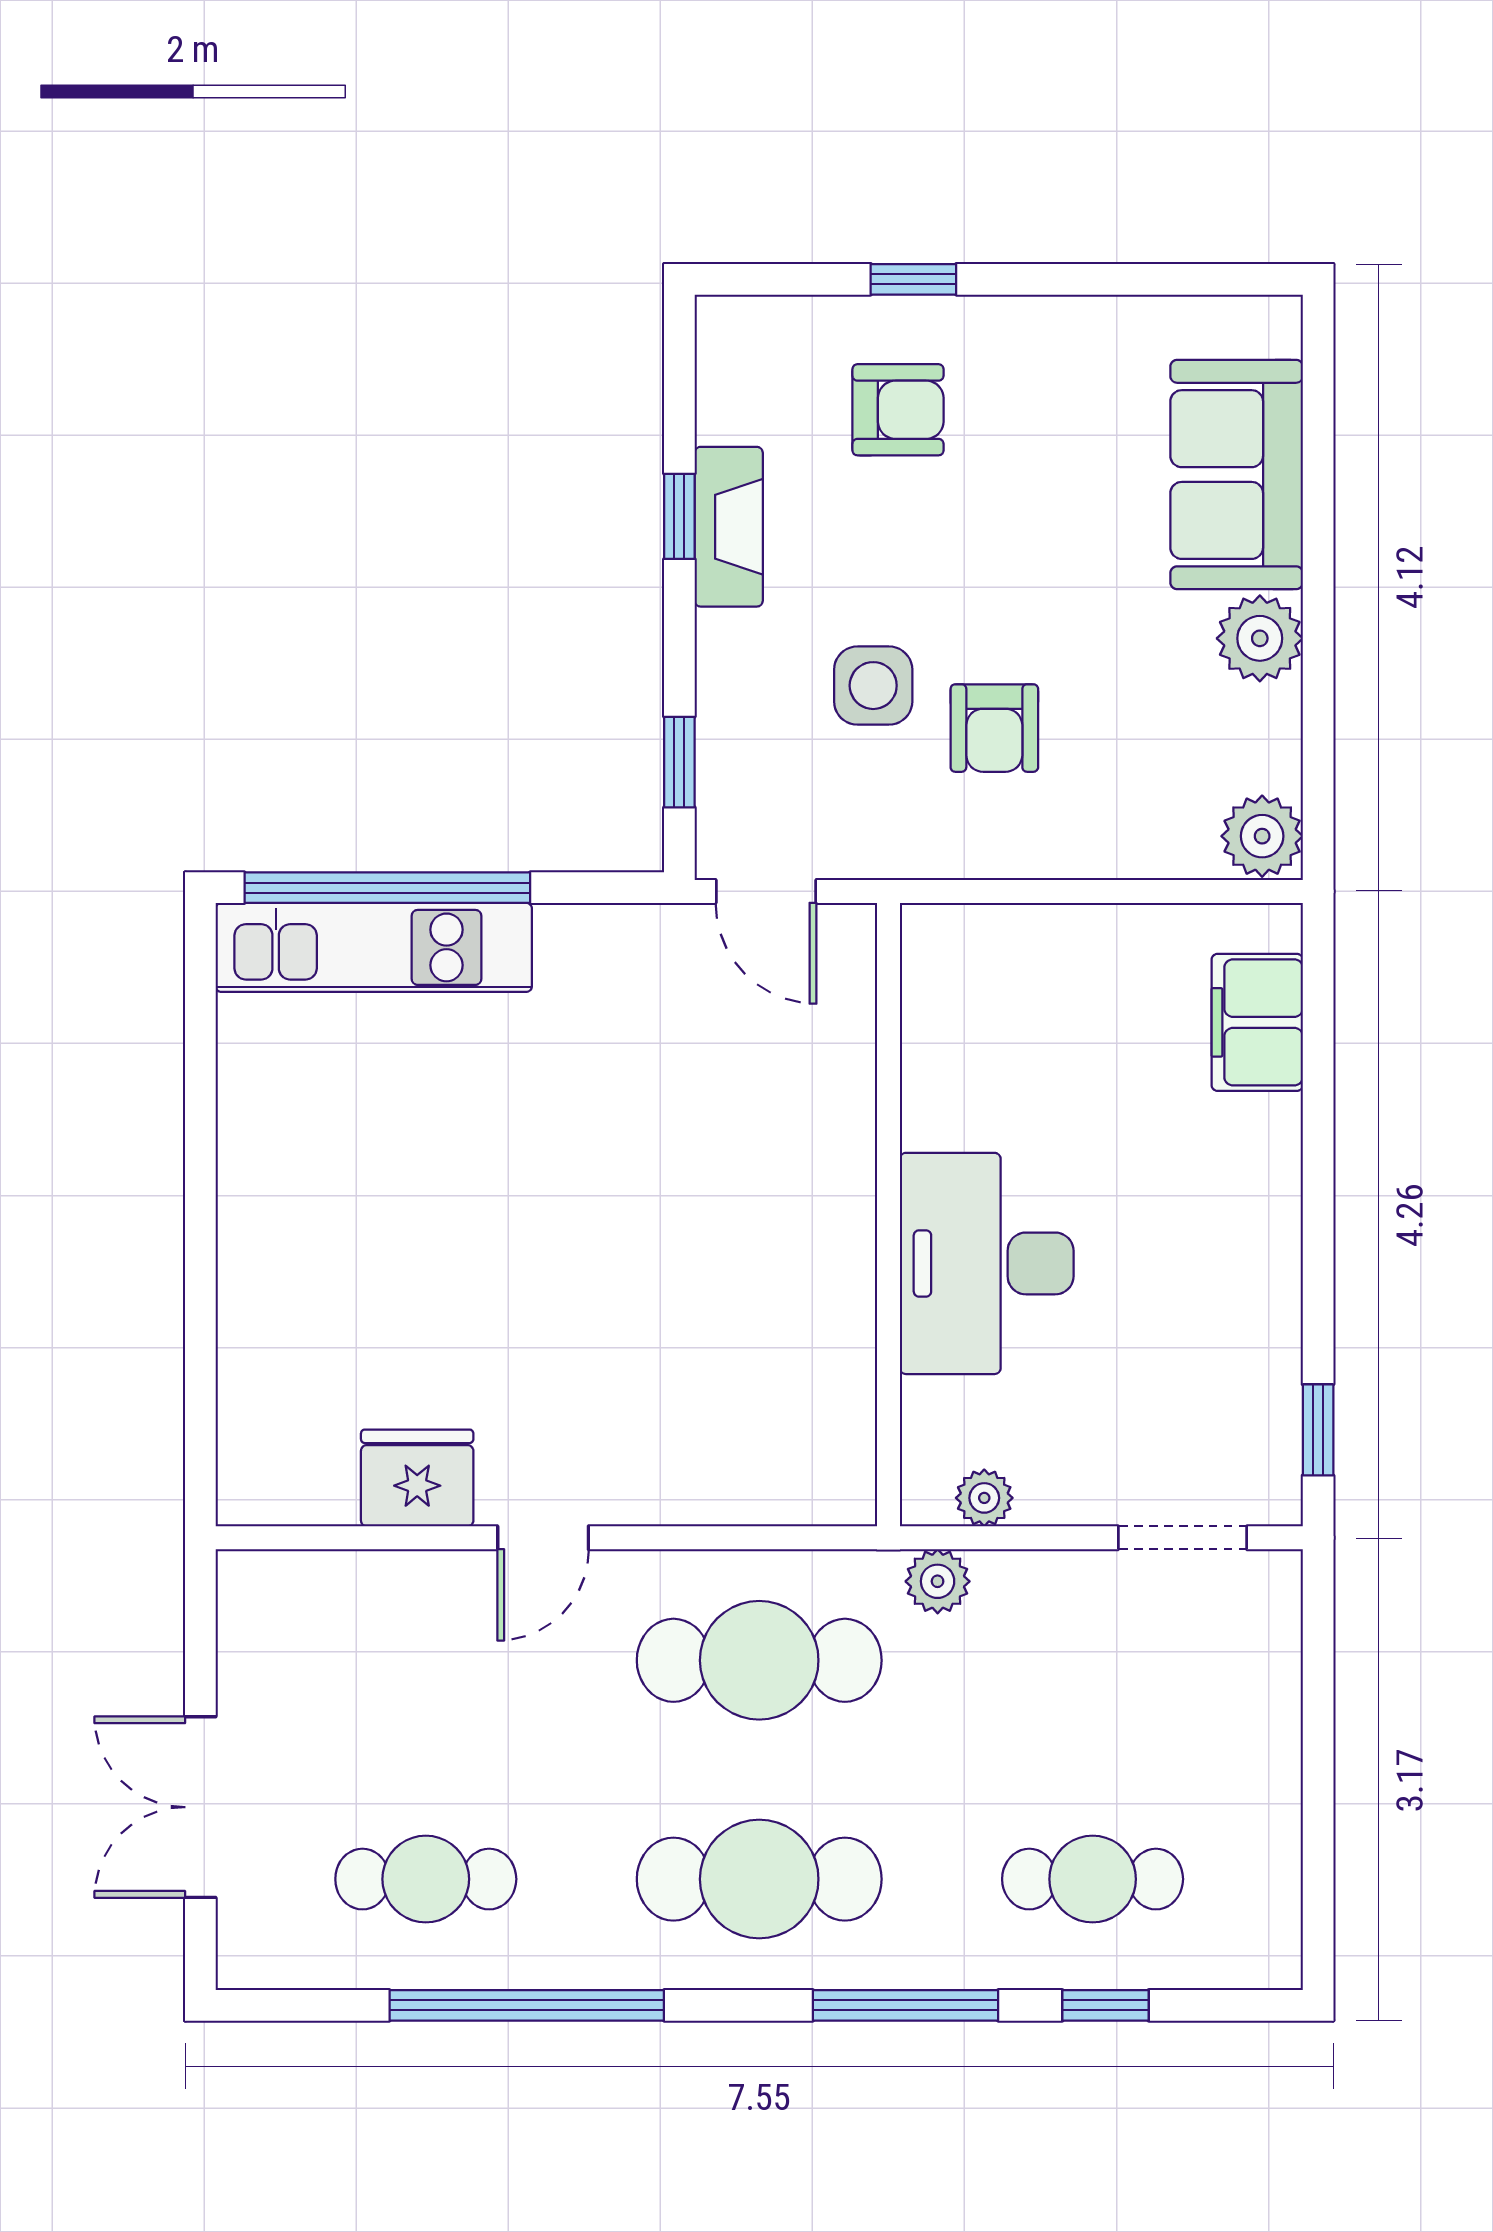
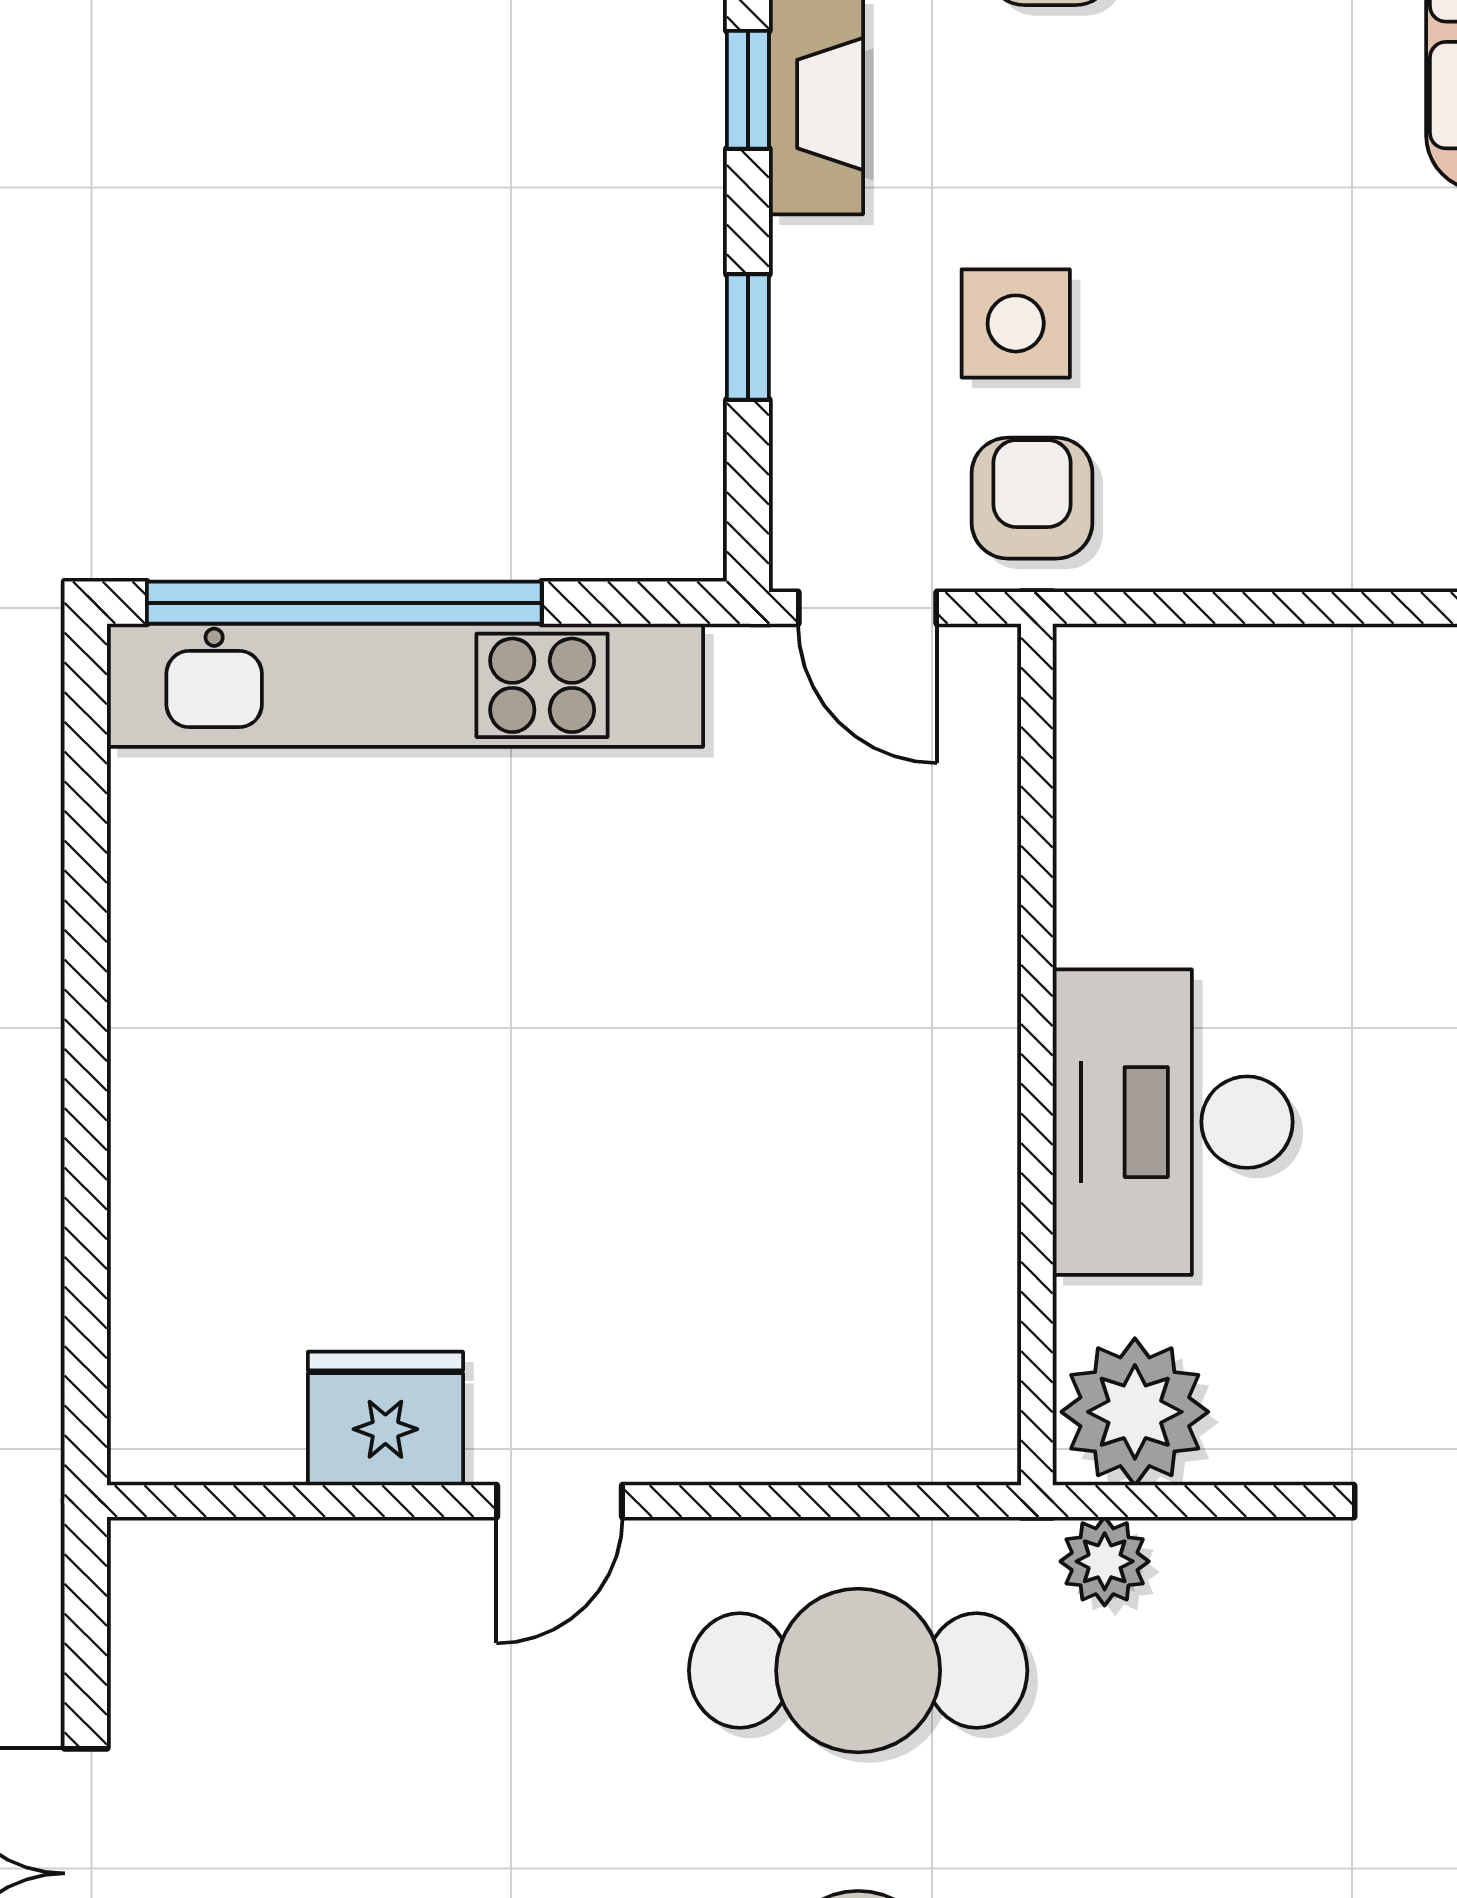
armchair: (994, 728) -> (1032, 498), moved, turned 180
window: (679, 762) -> (748, 337), moved
kitchen unit: (374, 947) -> (405, 685), width x1.36
plant: (984, 1498) -> (1135, 1412), width x1.87, depth x1.87

